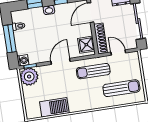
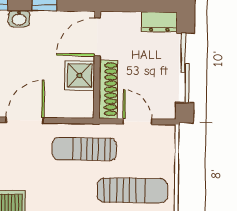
shower: (86, 45) -> (80, 75), moved

